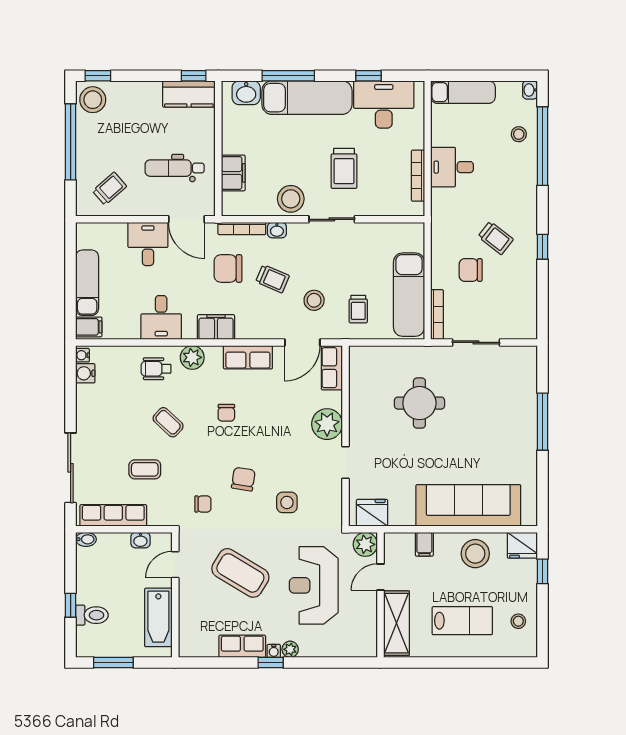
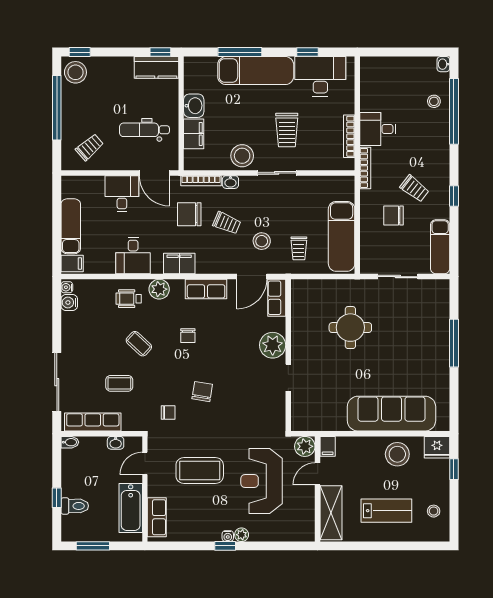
exam couch: (463, 92) -> (440, 247), moved, turned 90
washbasin: (246, 93) -> (194, 106), moved, turned -90
bookcase: (437, 315) -> (365, 168), moved
side table: (287, 502) -> (239, 411), removed
fridge: (372, 513) -> (310, 420), removed
filing cabinet: (424, 544) -> (328, 446), moved
coffee table: (240, 573) -> (200, 471), turned -31
row of seats: (242, 646) -> (157, 517), moved, turned 90

